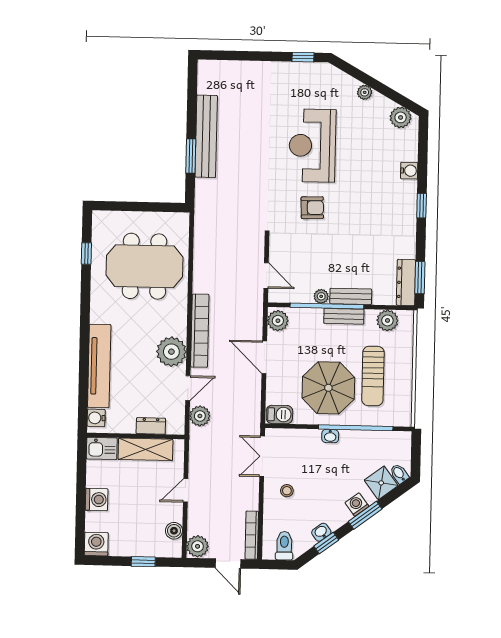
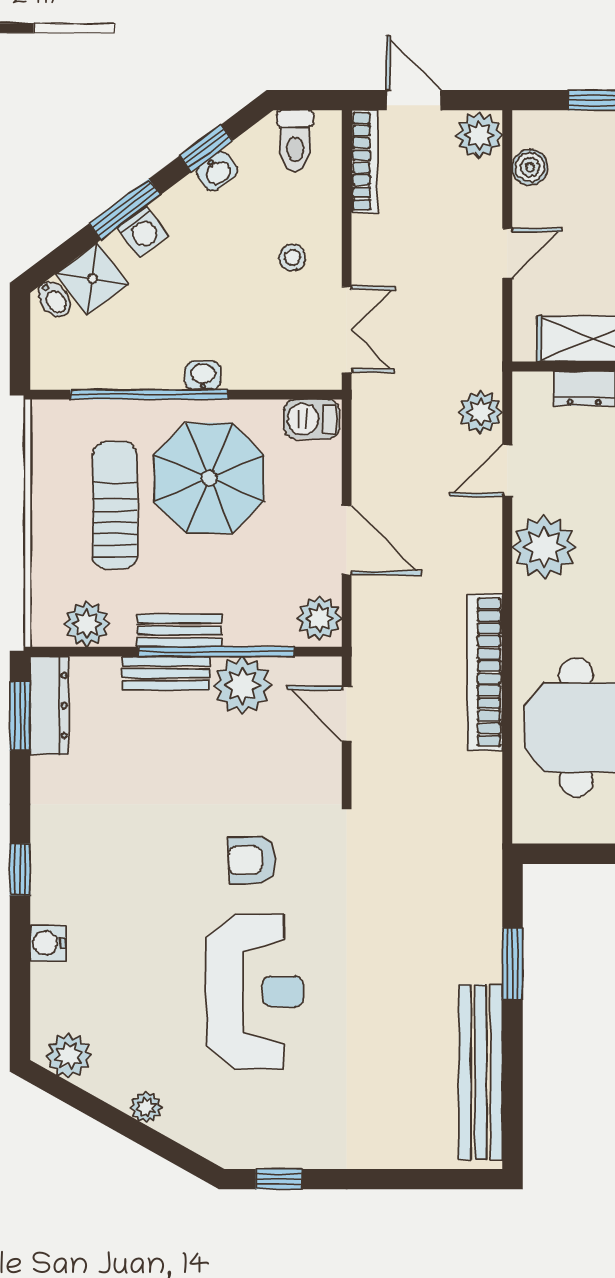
bench: (206, 136) -> (481, 1072), moved
plant: (321, 296) -> (242, 686), width x1.88, depth x1.88
bookcase: (200, 331) -> (485, 672), moved

